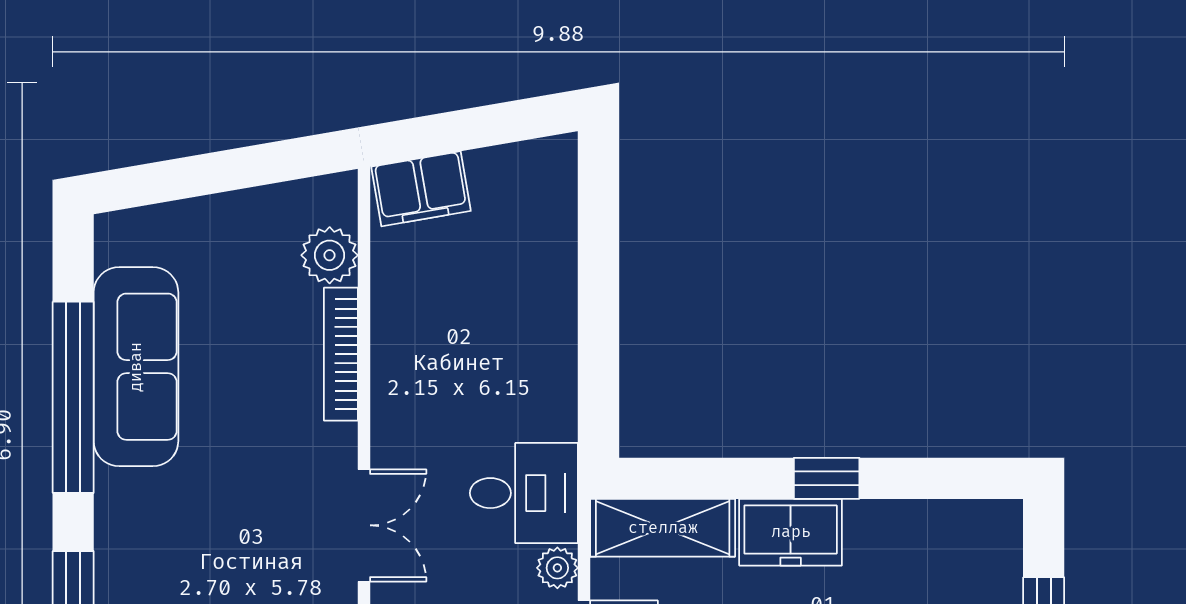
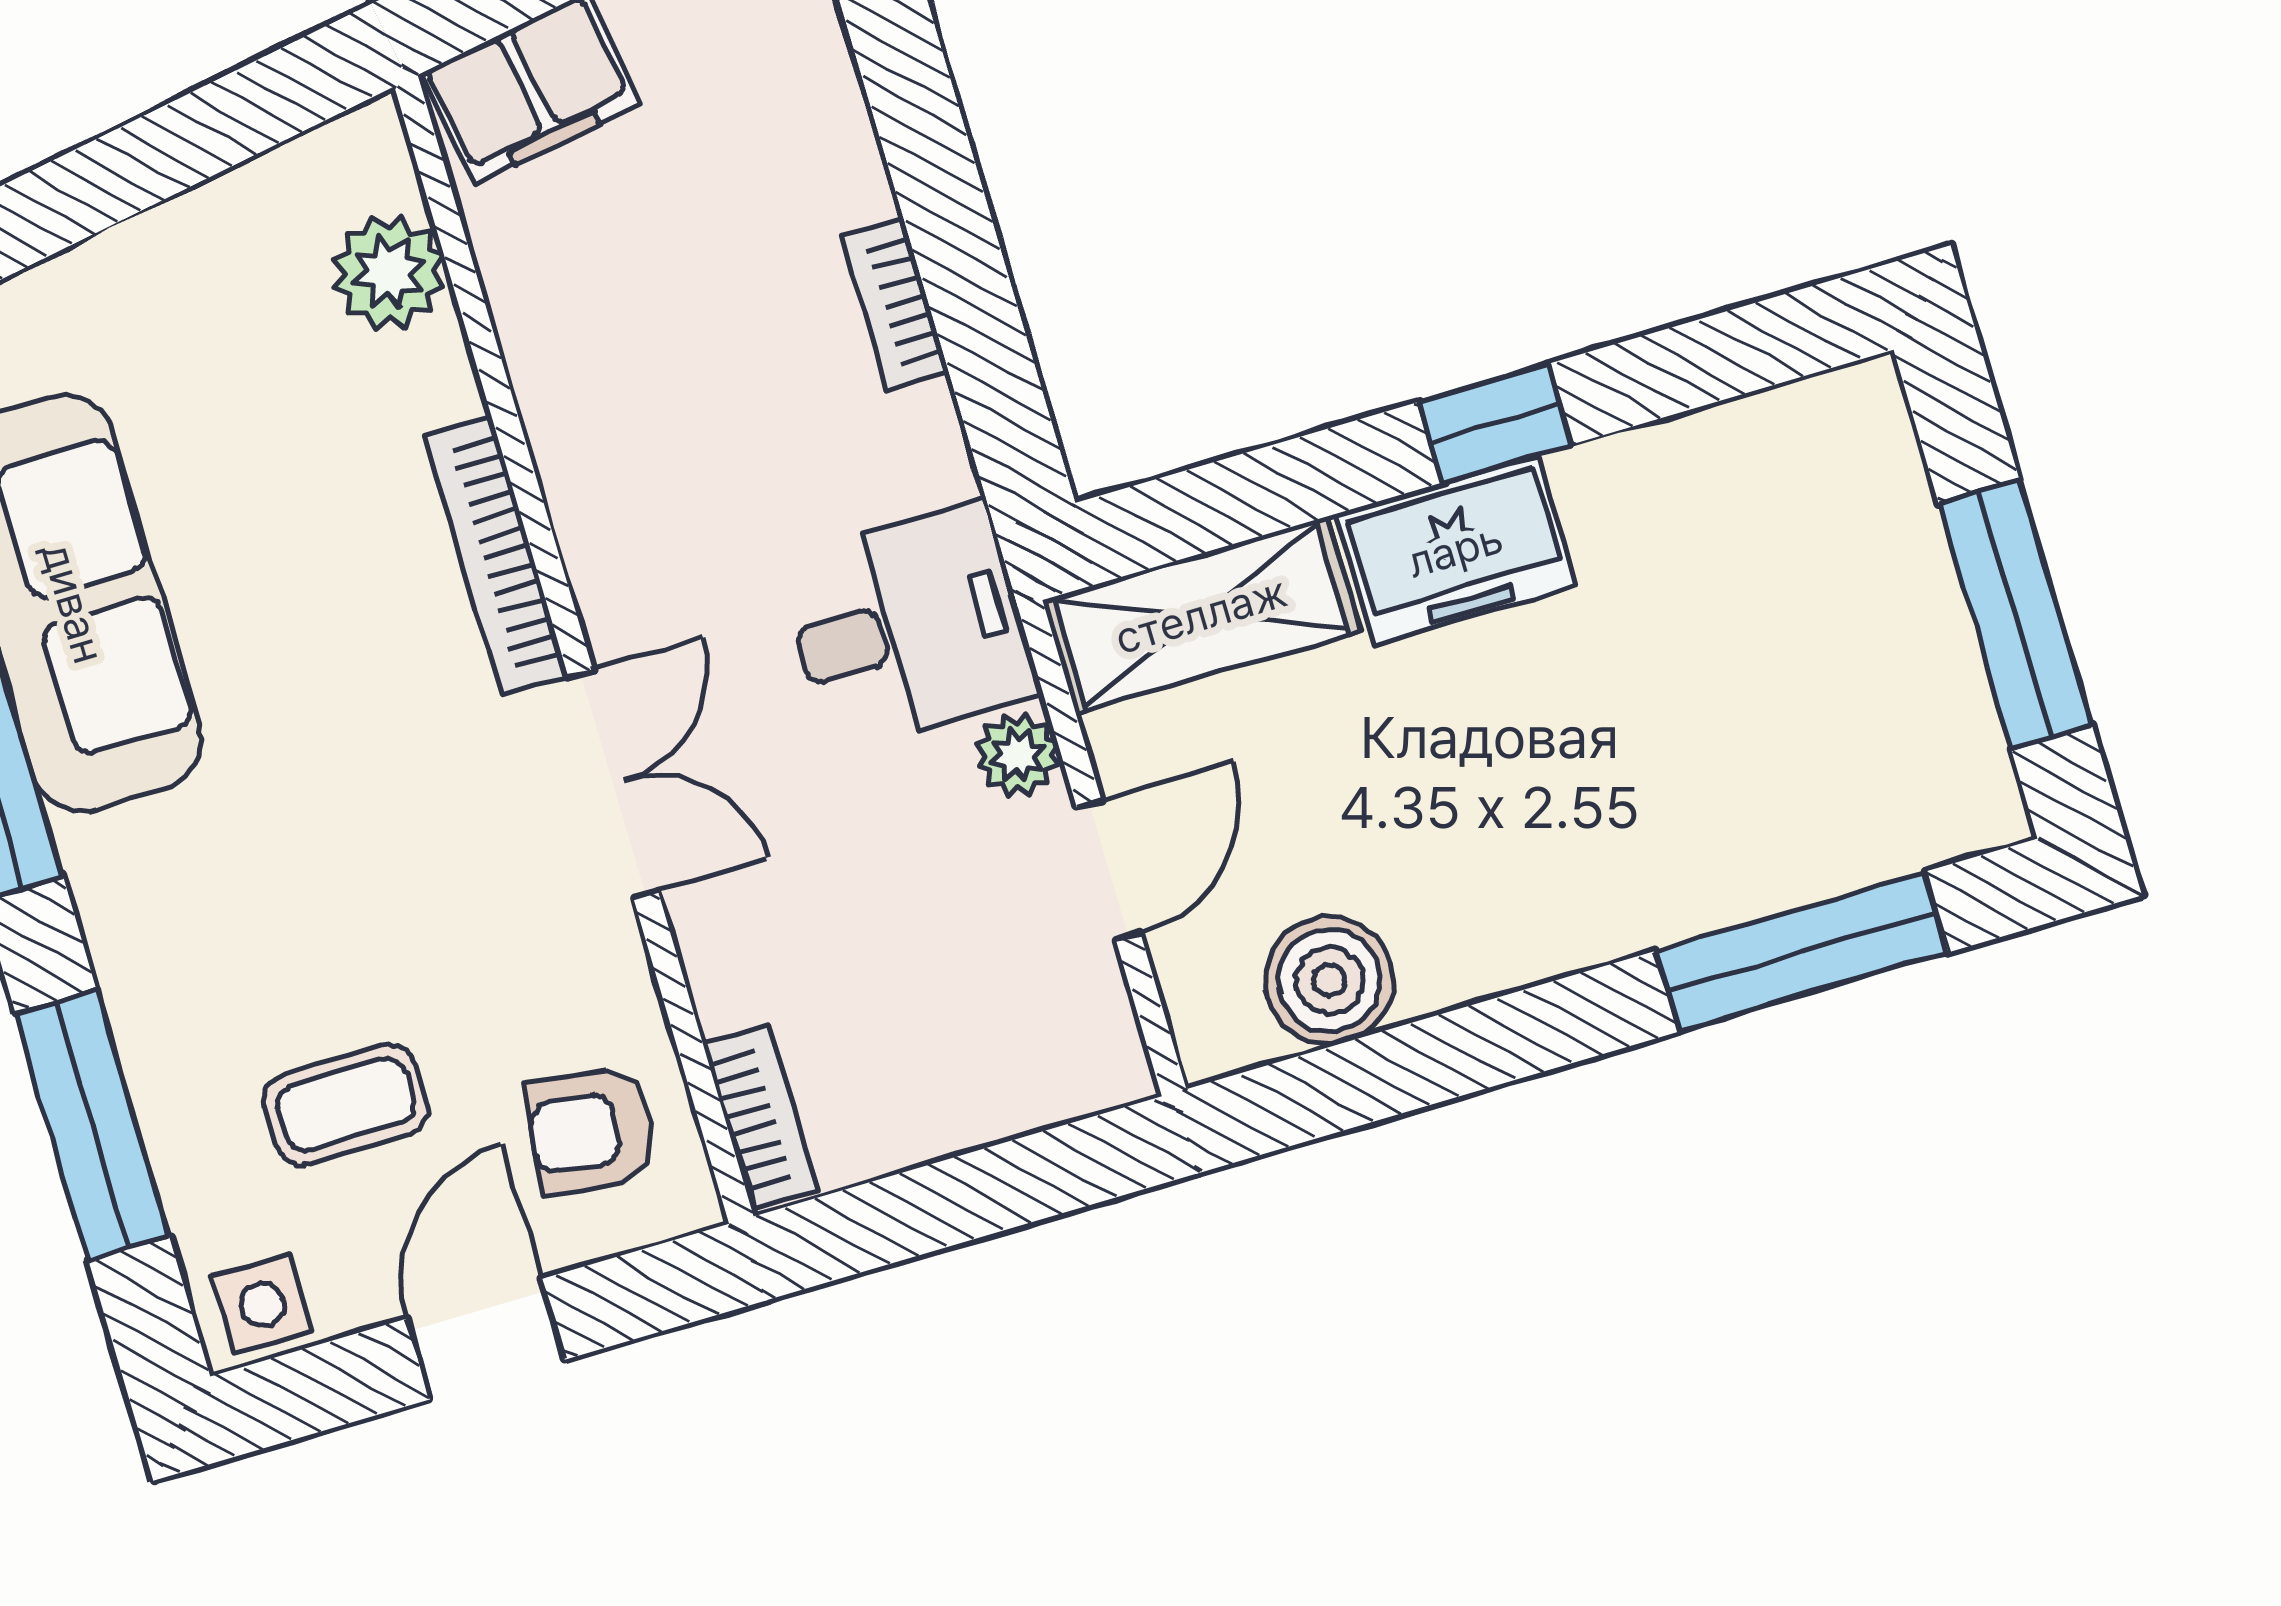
bookcase: (562, 340) -> (895, 304), added
bookcase: (341, 354) -> (496, 555), moved

